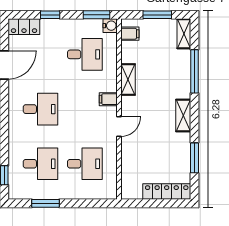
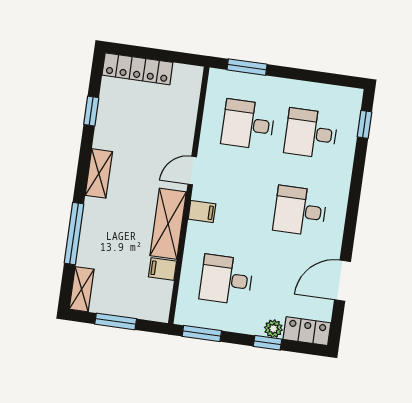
plant: (47, 25) -> (273, 329), added
water cooler: (110, 26) -> (185, 315), removed
filing cabinet: (130, 34) -> (163, 269), moved
shelving: (128, 79) -> (168, 224), width x1.50, depth x1.33
window: (195, 158) -> (91, 111), width x0.67
window: (45, 203) -> (247, 67), moved

